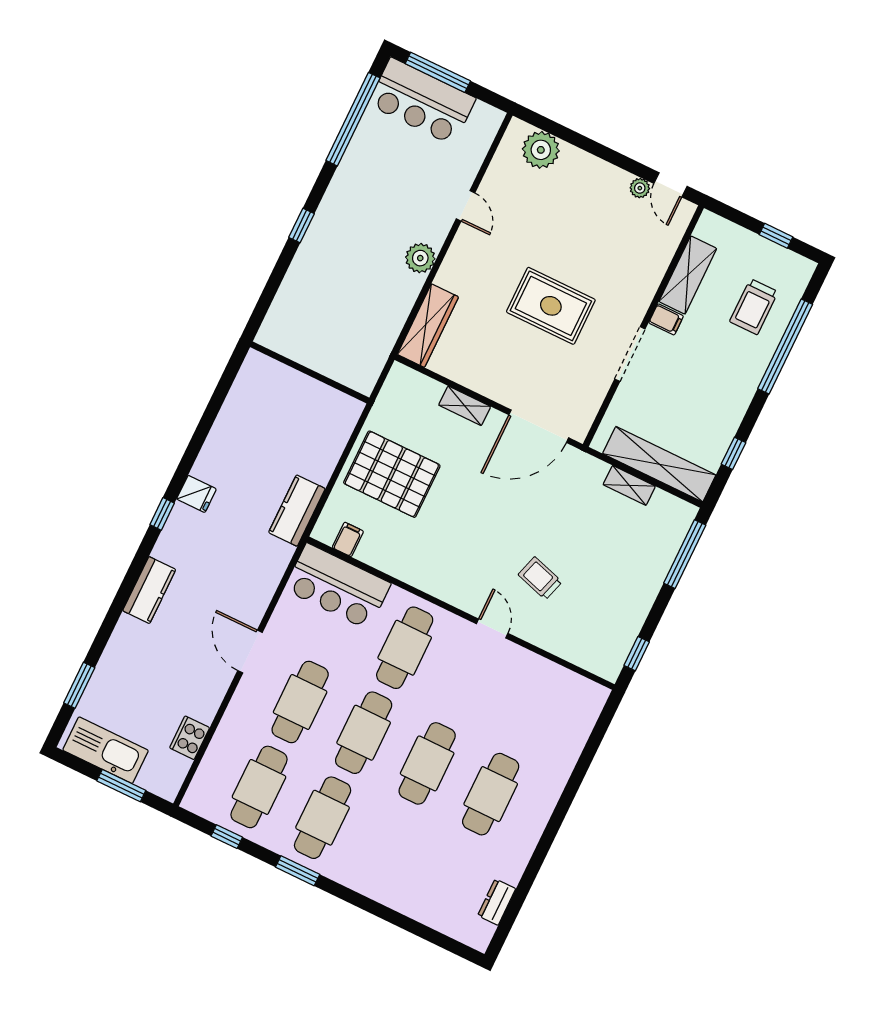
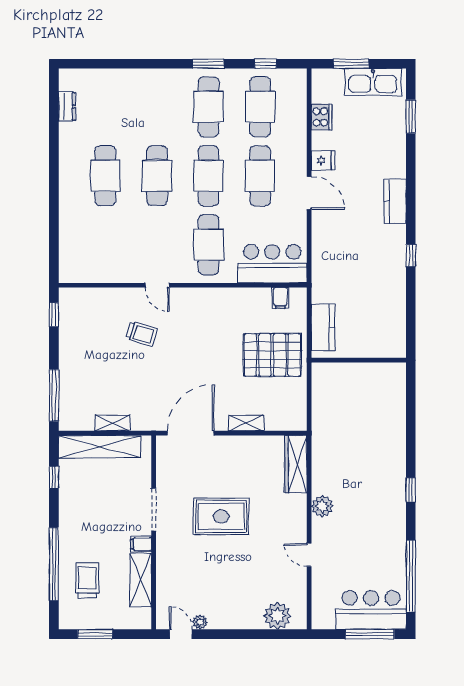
window: (776, 236) -> (95, 634), width x1.50
wall: (310, 372) -> (359, 360), moved
fridge: (197, 494) -> (323, 160), moved, turned 180
kitchen counter: (297, 511) -> (323, 328), moved

